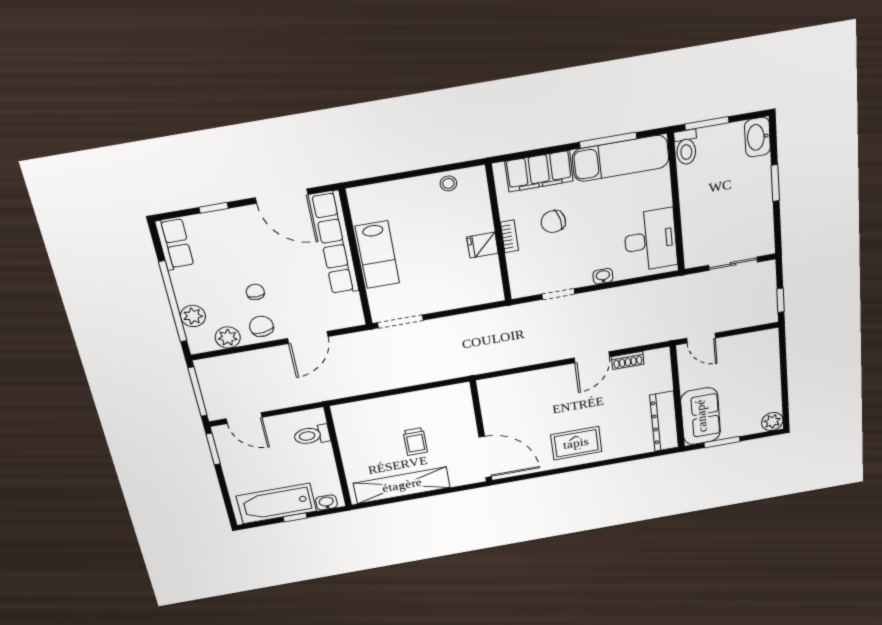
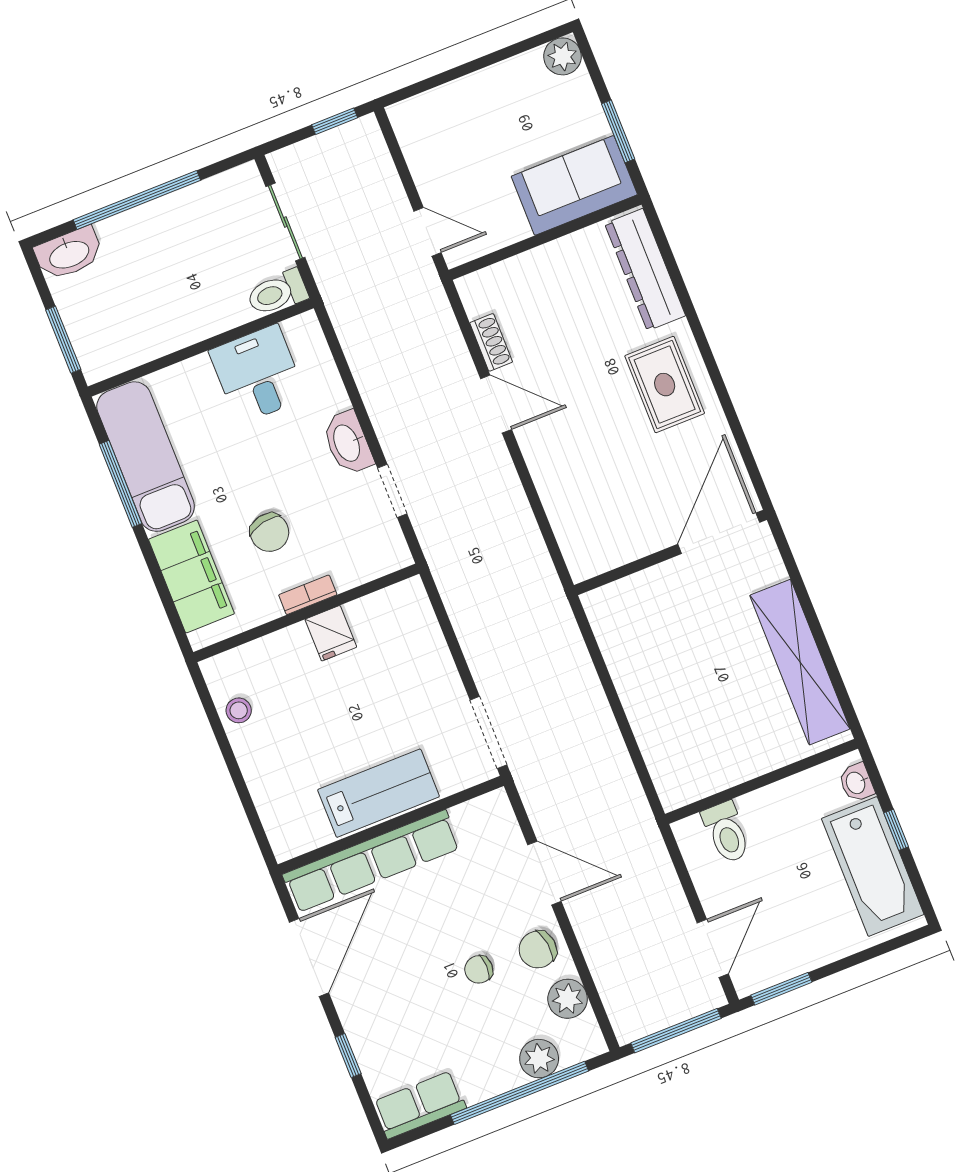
toilet: (686, 147) -> (277, 293), moved, turned 180
window: (775, 183) -> (137, 200), width x2.11
desk: (650, 240) -> (258, 374), width x0.73
washbasin: (603, 276) -> (348, 443), width x1.91, depth x1.45
door: (701, 338) -> (428, 232), hinge flipped
dresser: (664, 421) -> (645, 270), moved, turned 90
trolley: (415, 442) -> (709, 658), removed

